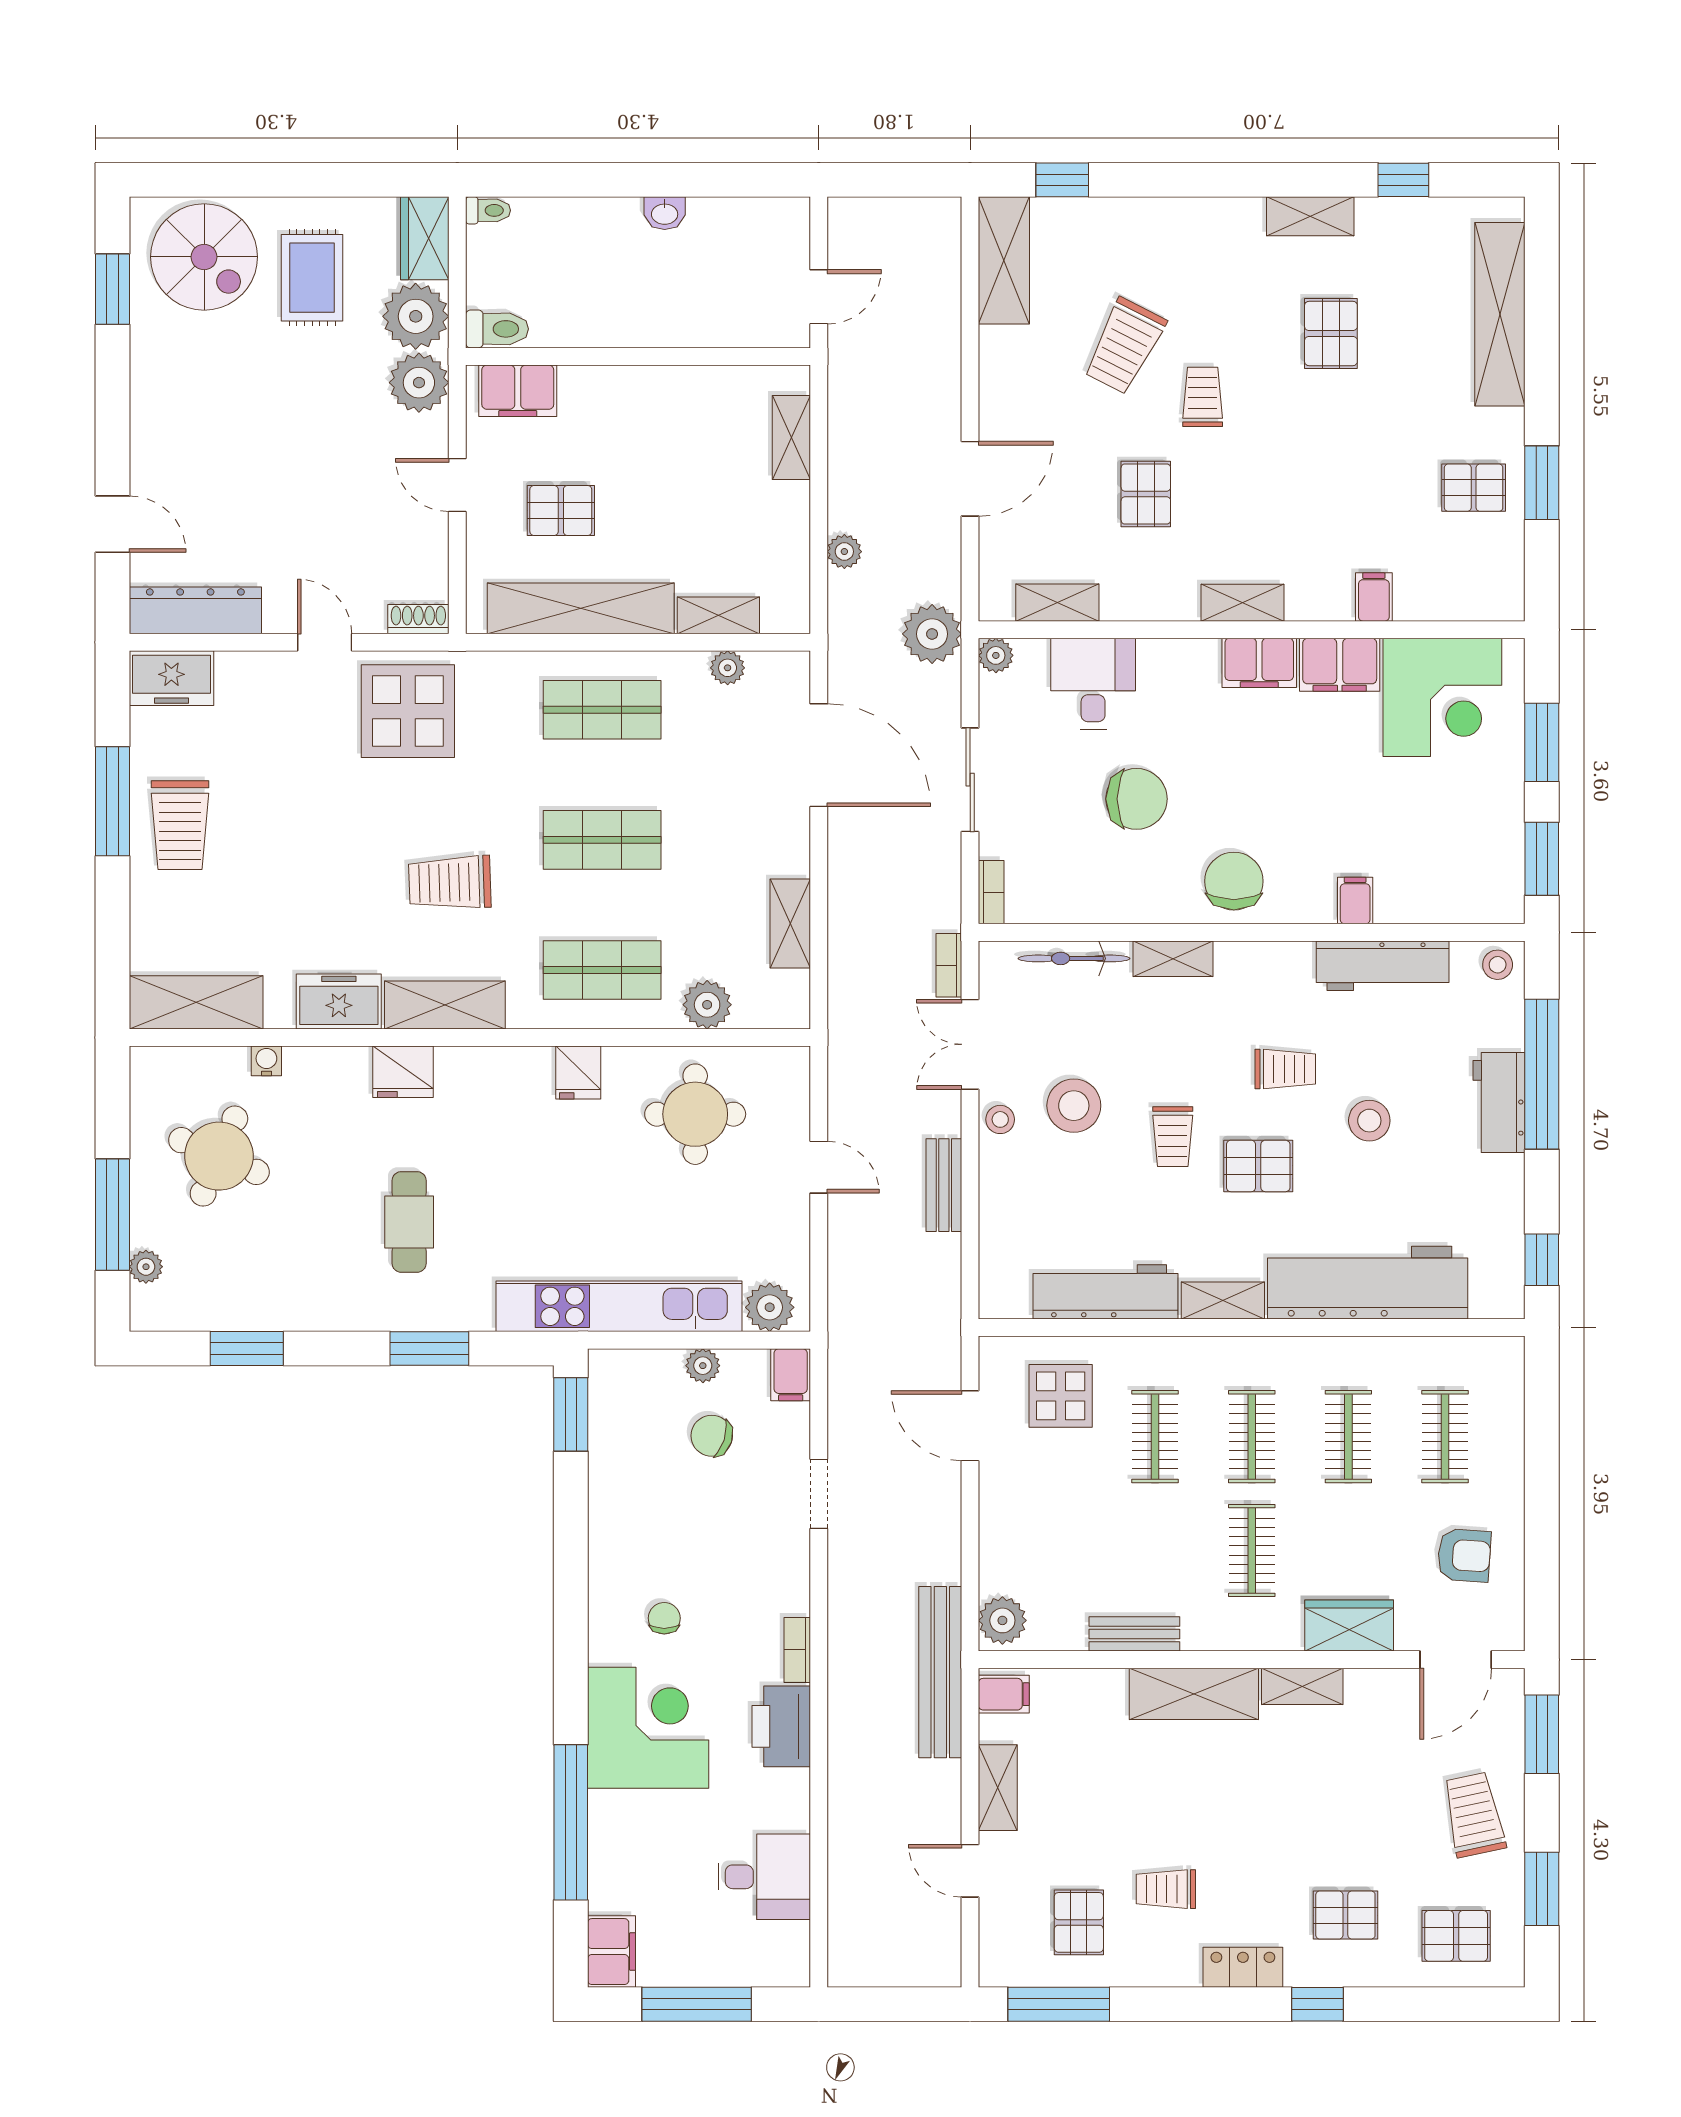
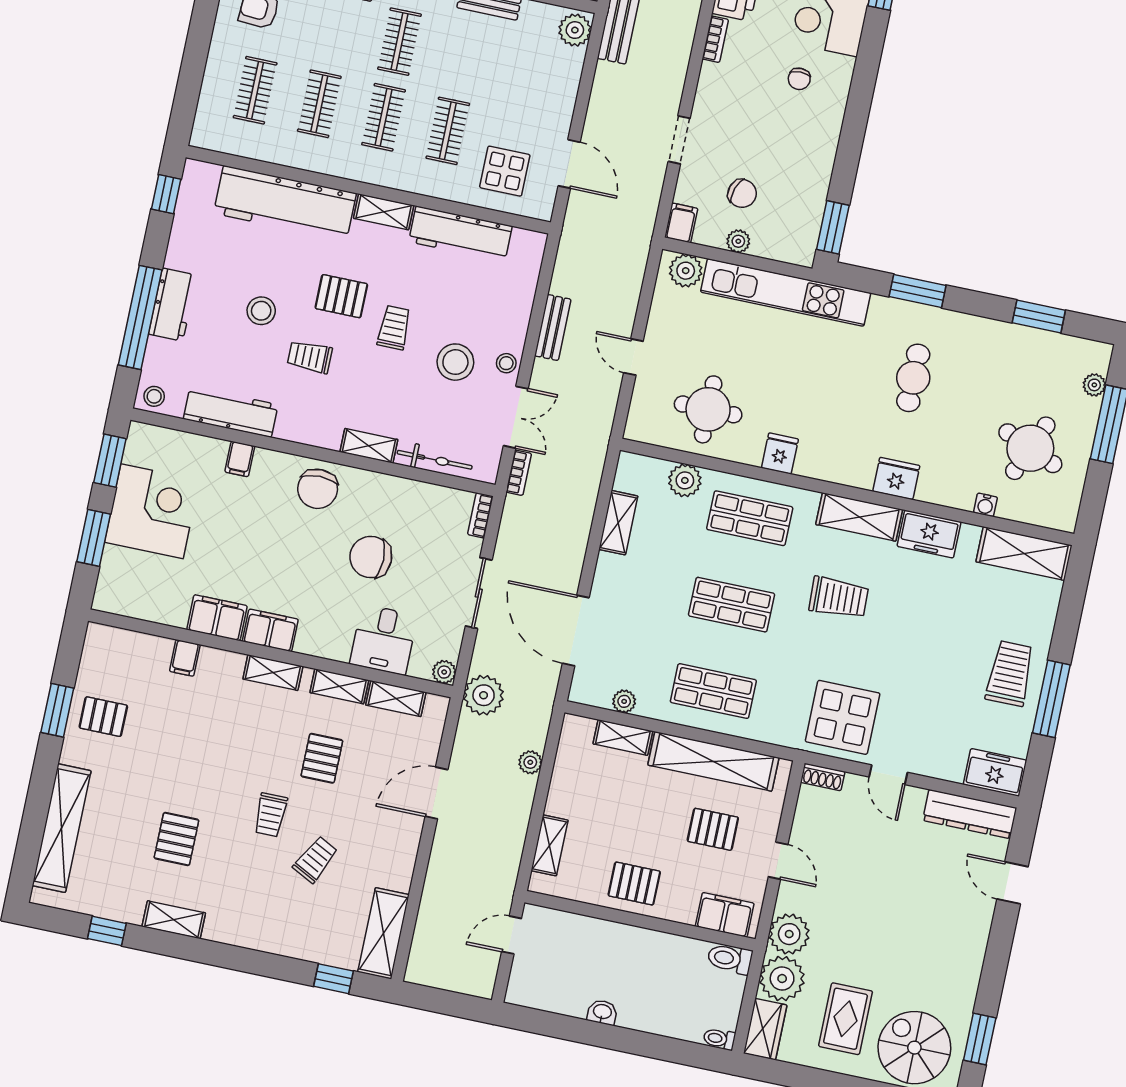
trolley: (1124, 346) -> (315, 860), width x0.73, depth x0.72
pallet: (658, 408) -> (634, 884), added
shelving: (1143, 603) -> (339, 686), added
corner desk: (1442, 697) -> (152, 511), moved, turned 90

